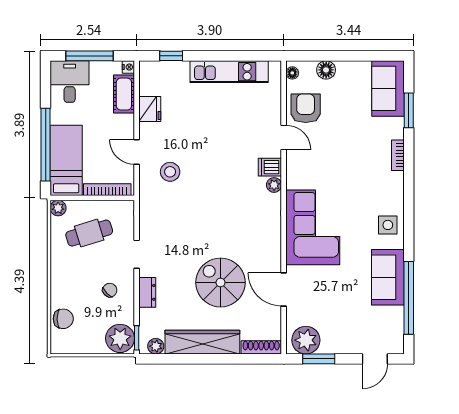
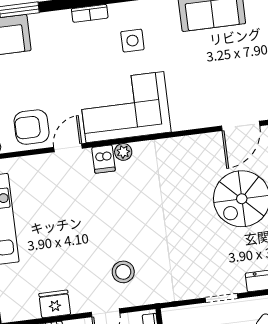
bookcase: (398, 155) -> (90, 13), moved
side table: (388, 225) -> (132, 41), moved
corner sofa: (313, 227) -> (125, 107), moved

